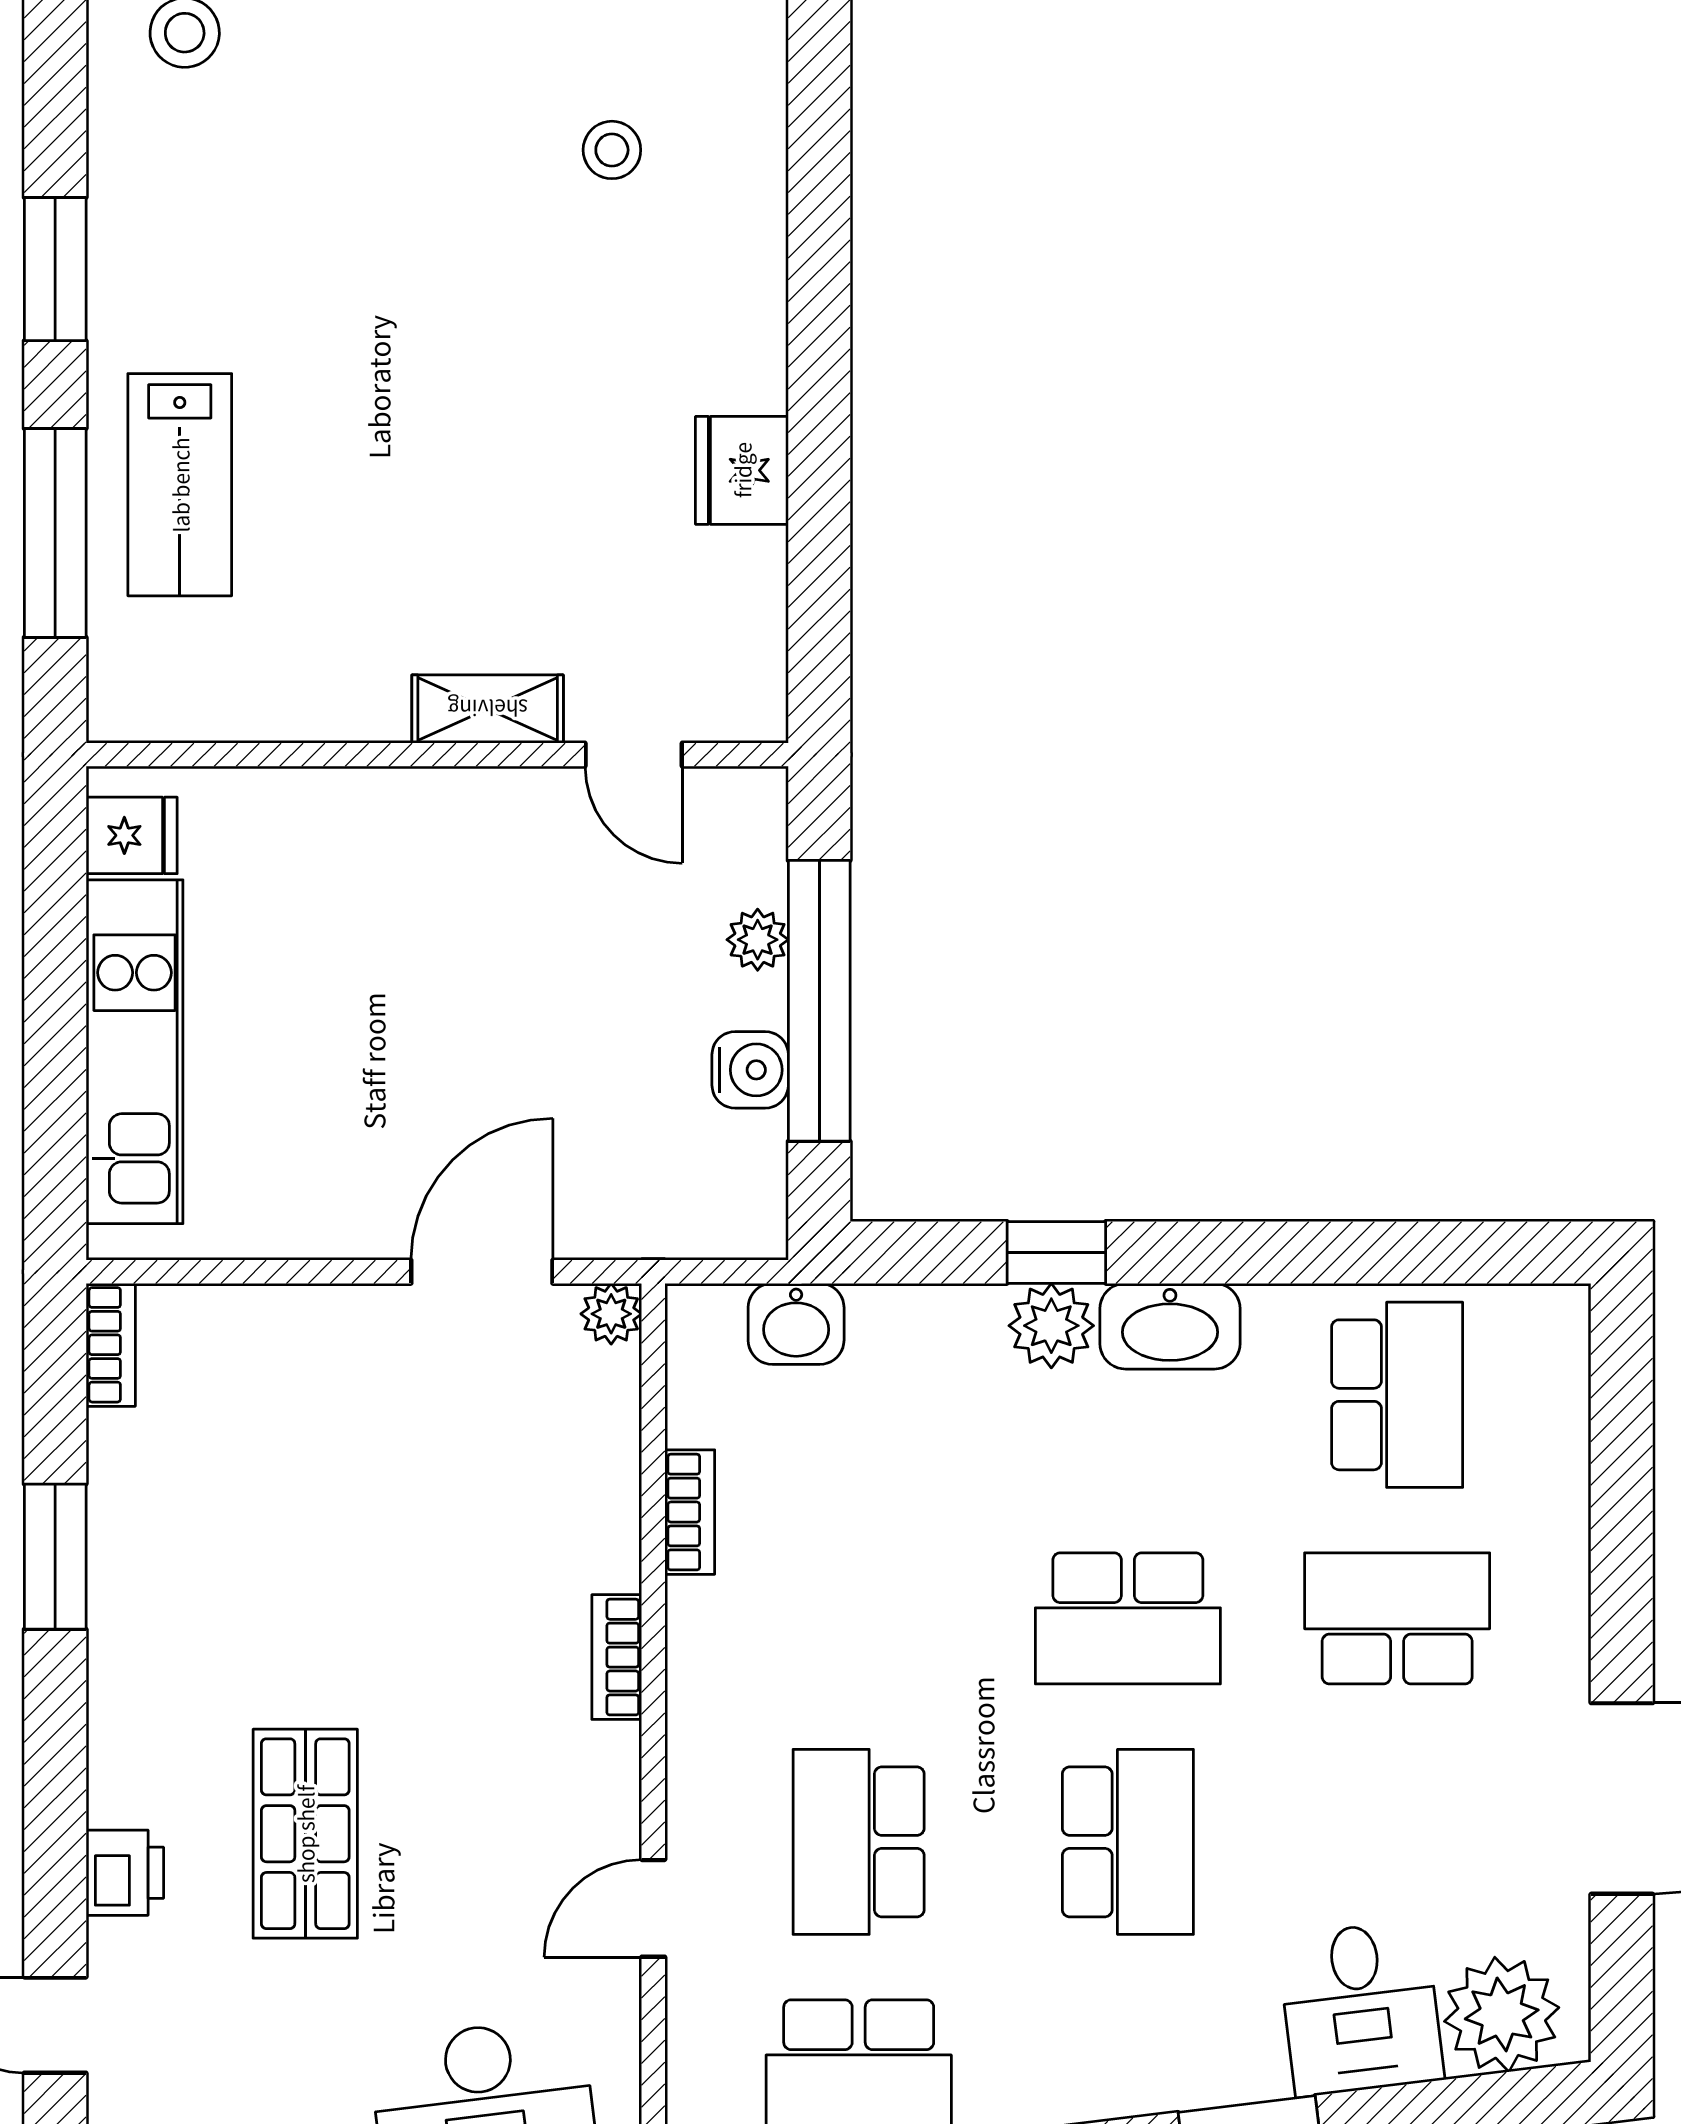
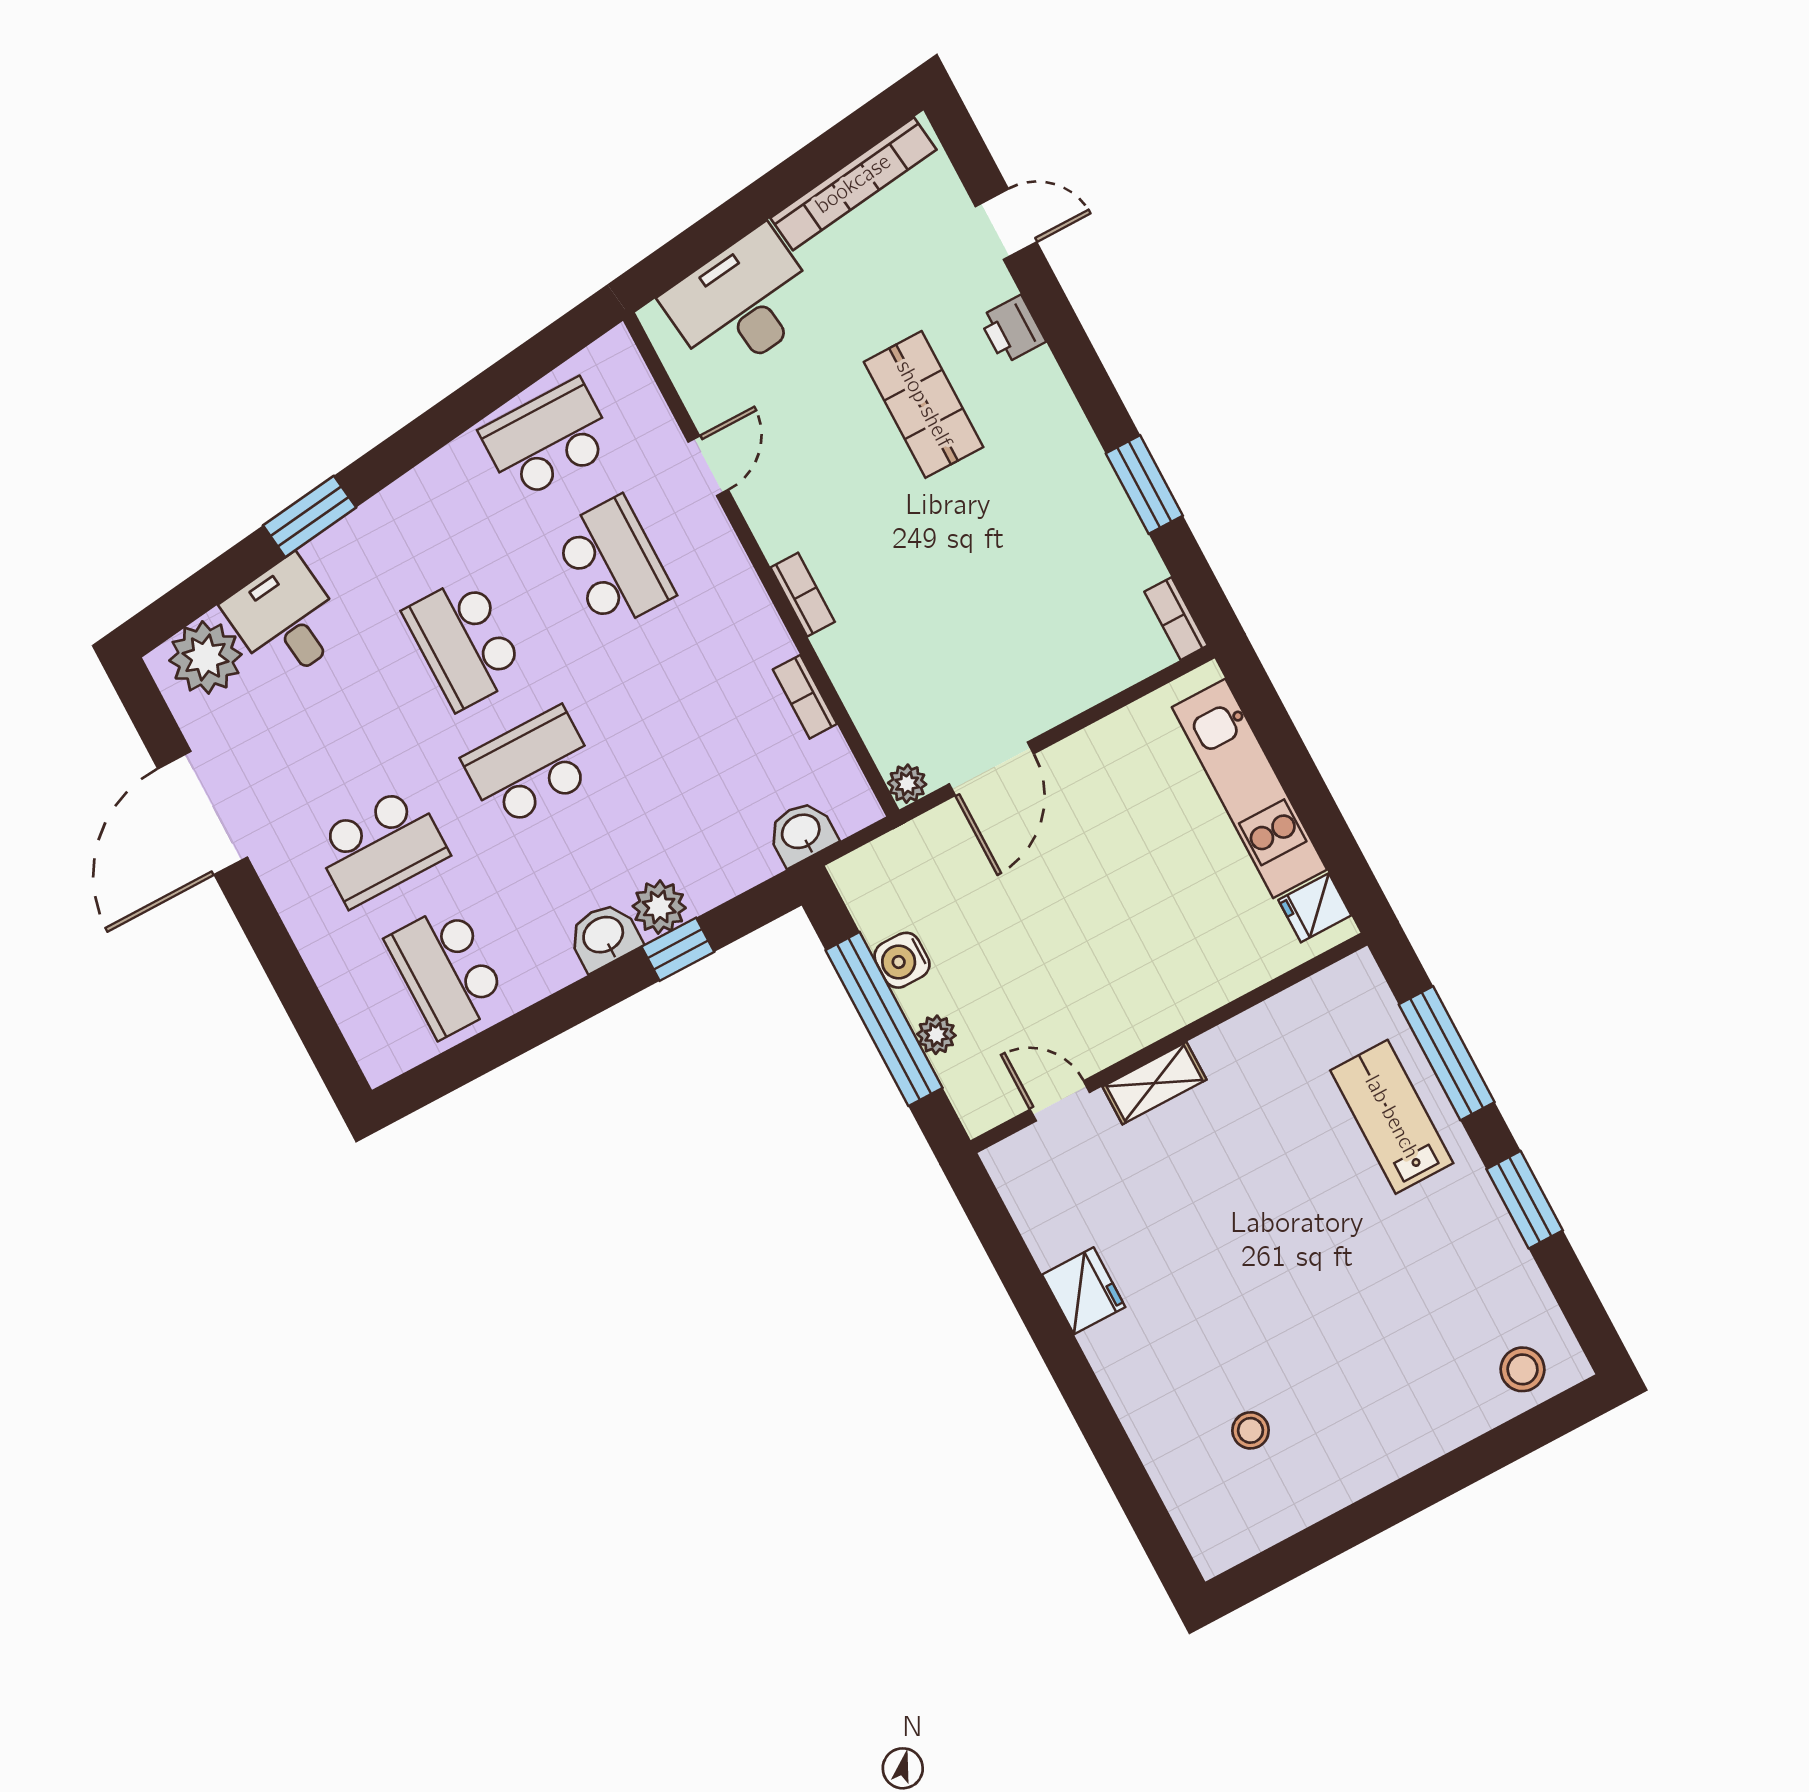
washbasin: (1170, 1326) -> (604, 936), width x0.72

